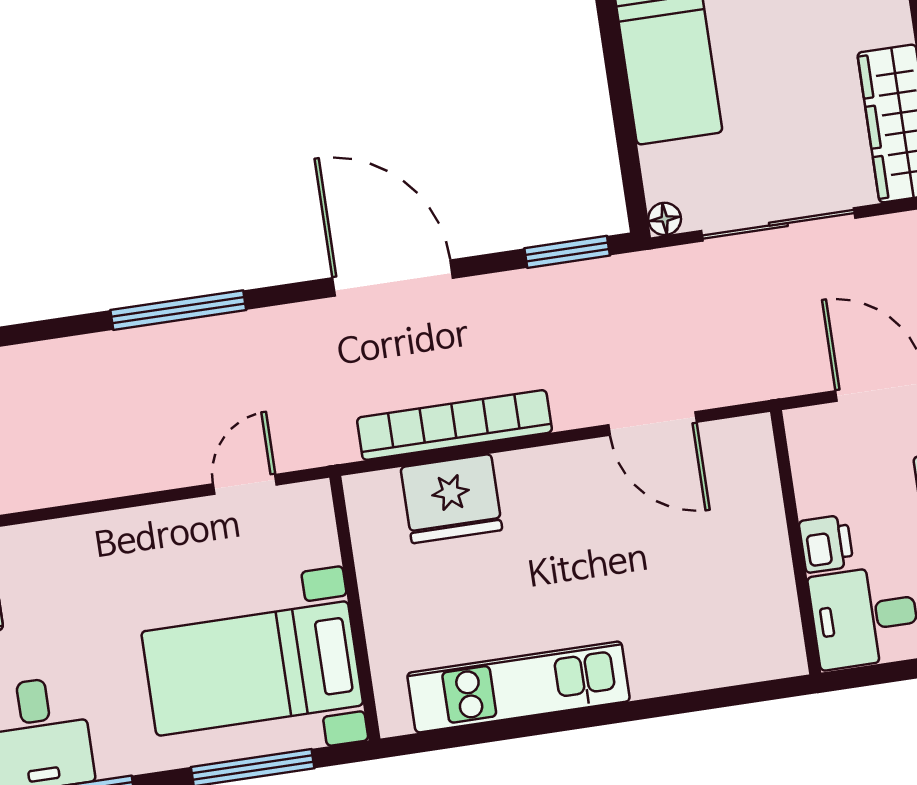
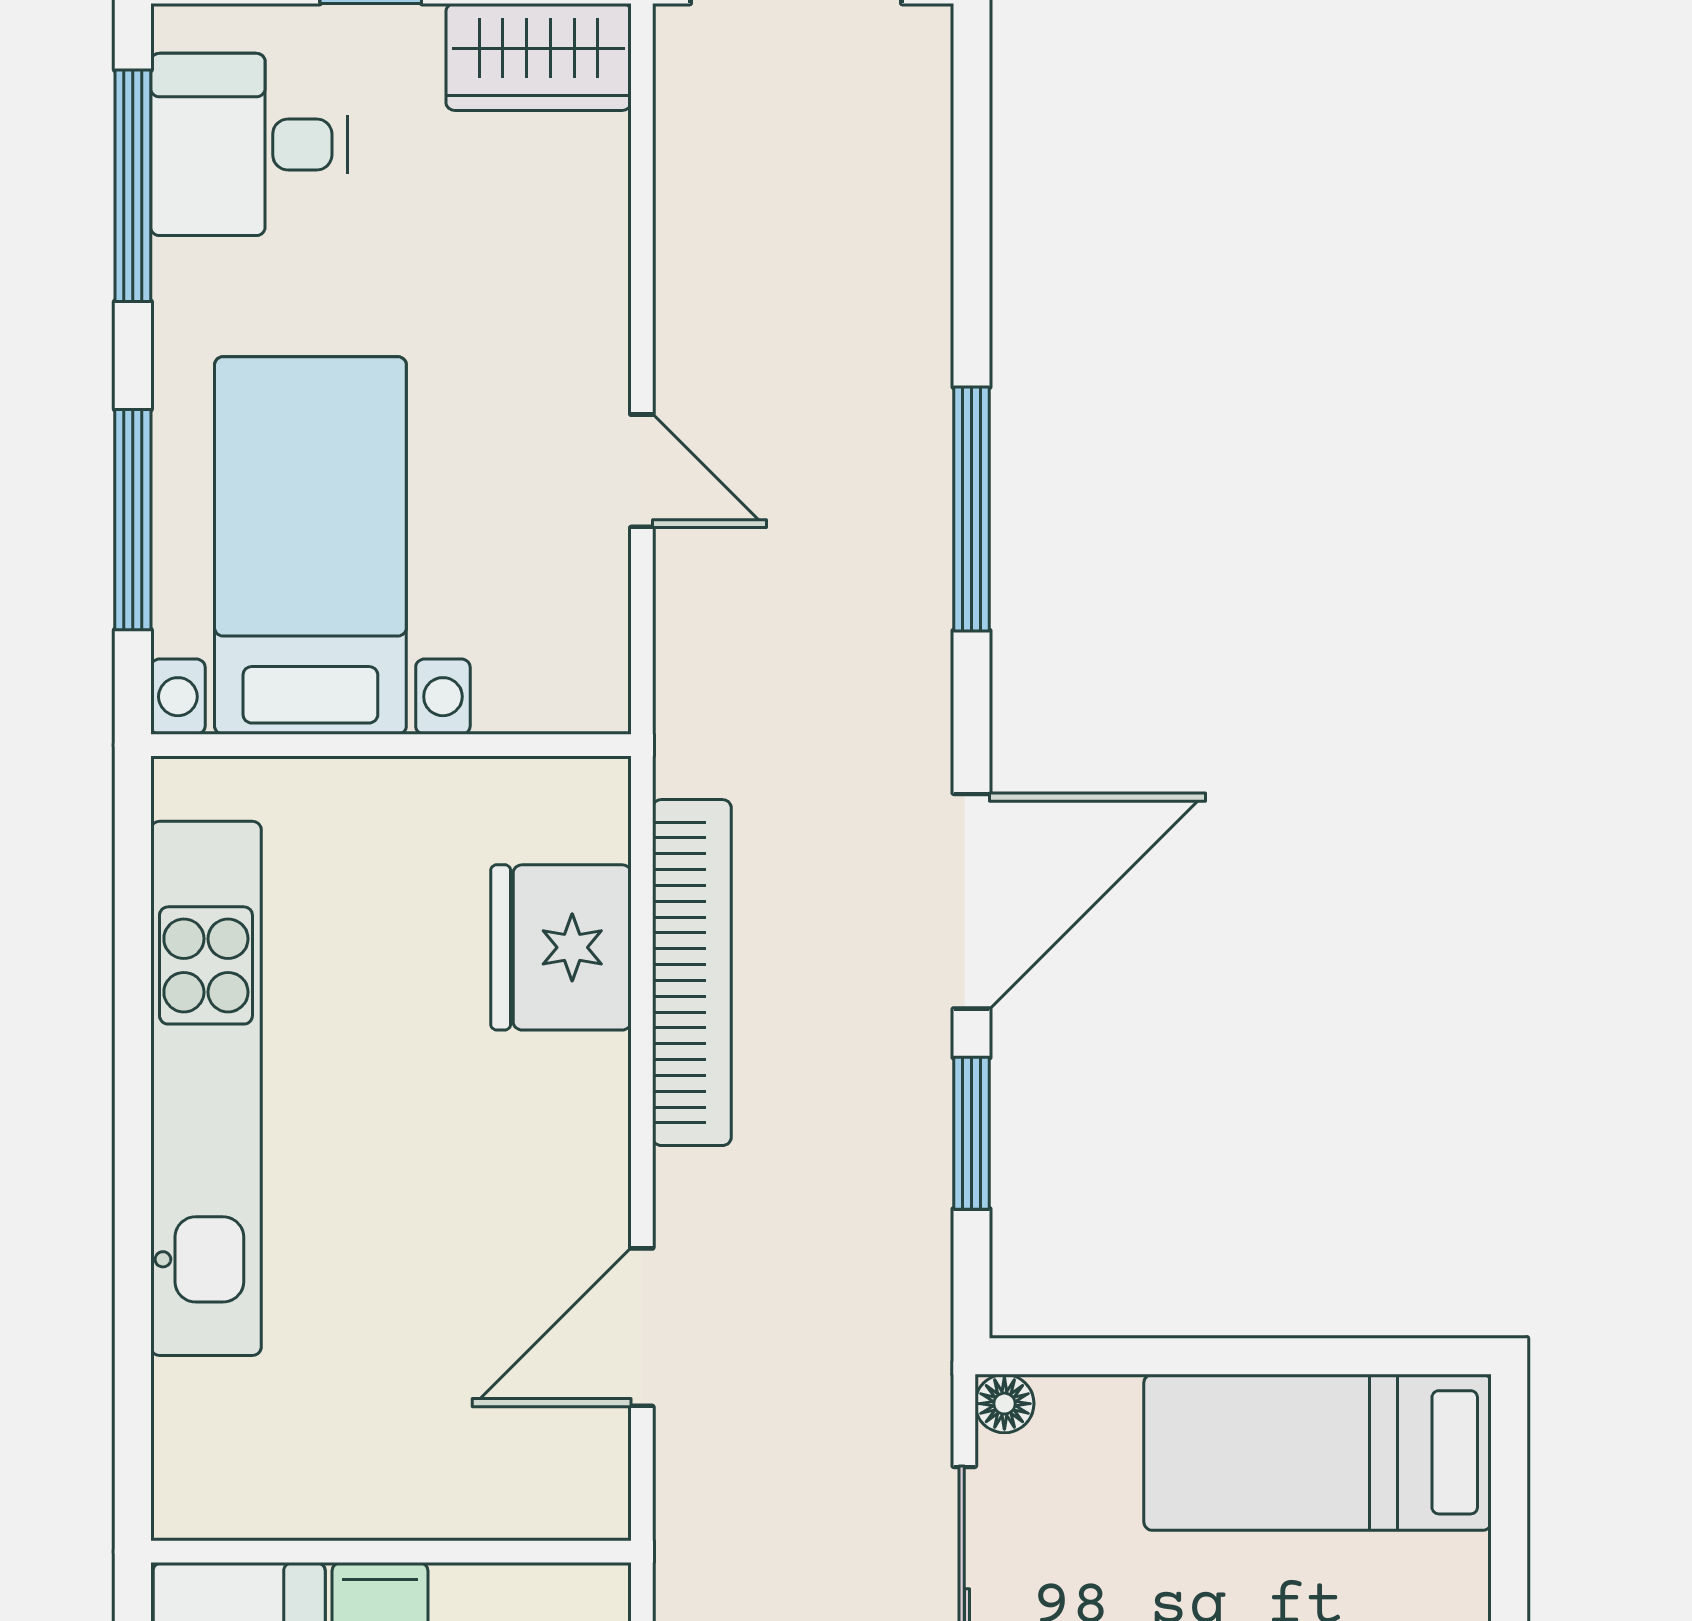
window: (567, 252) -> (971, 1133), moved
door: (245, 484) -> (642, 471), moved
kitchen unit: (519, 687) -> (206, 1088), width x1.36

